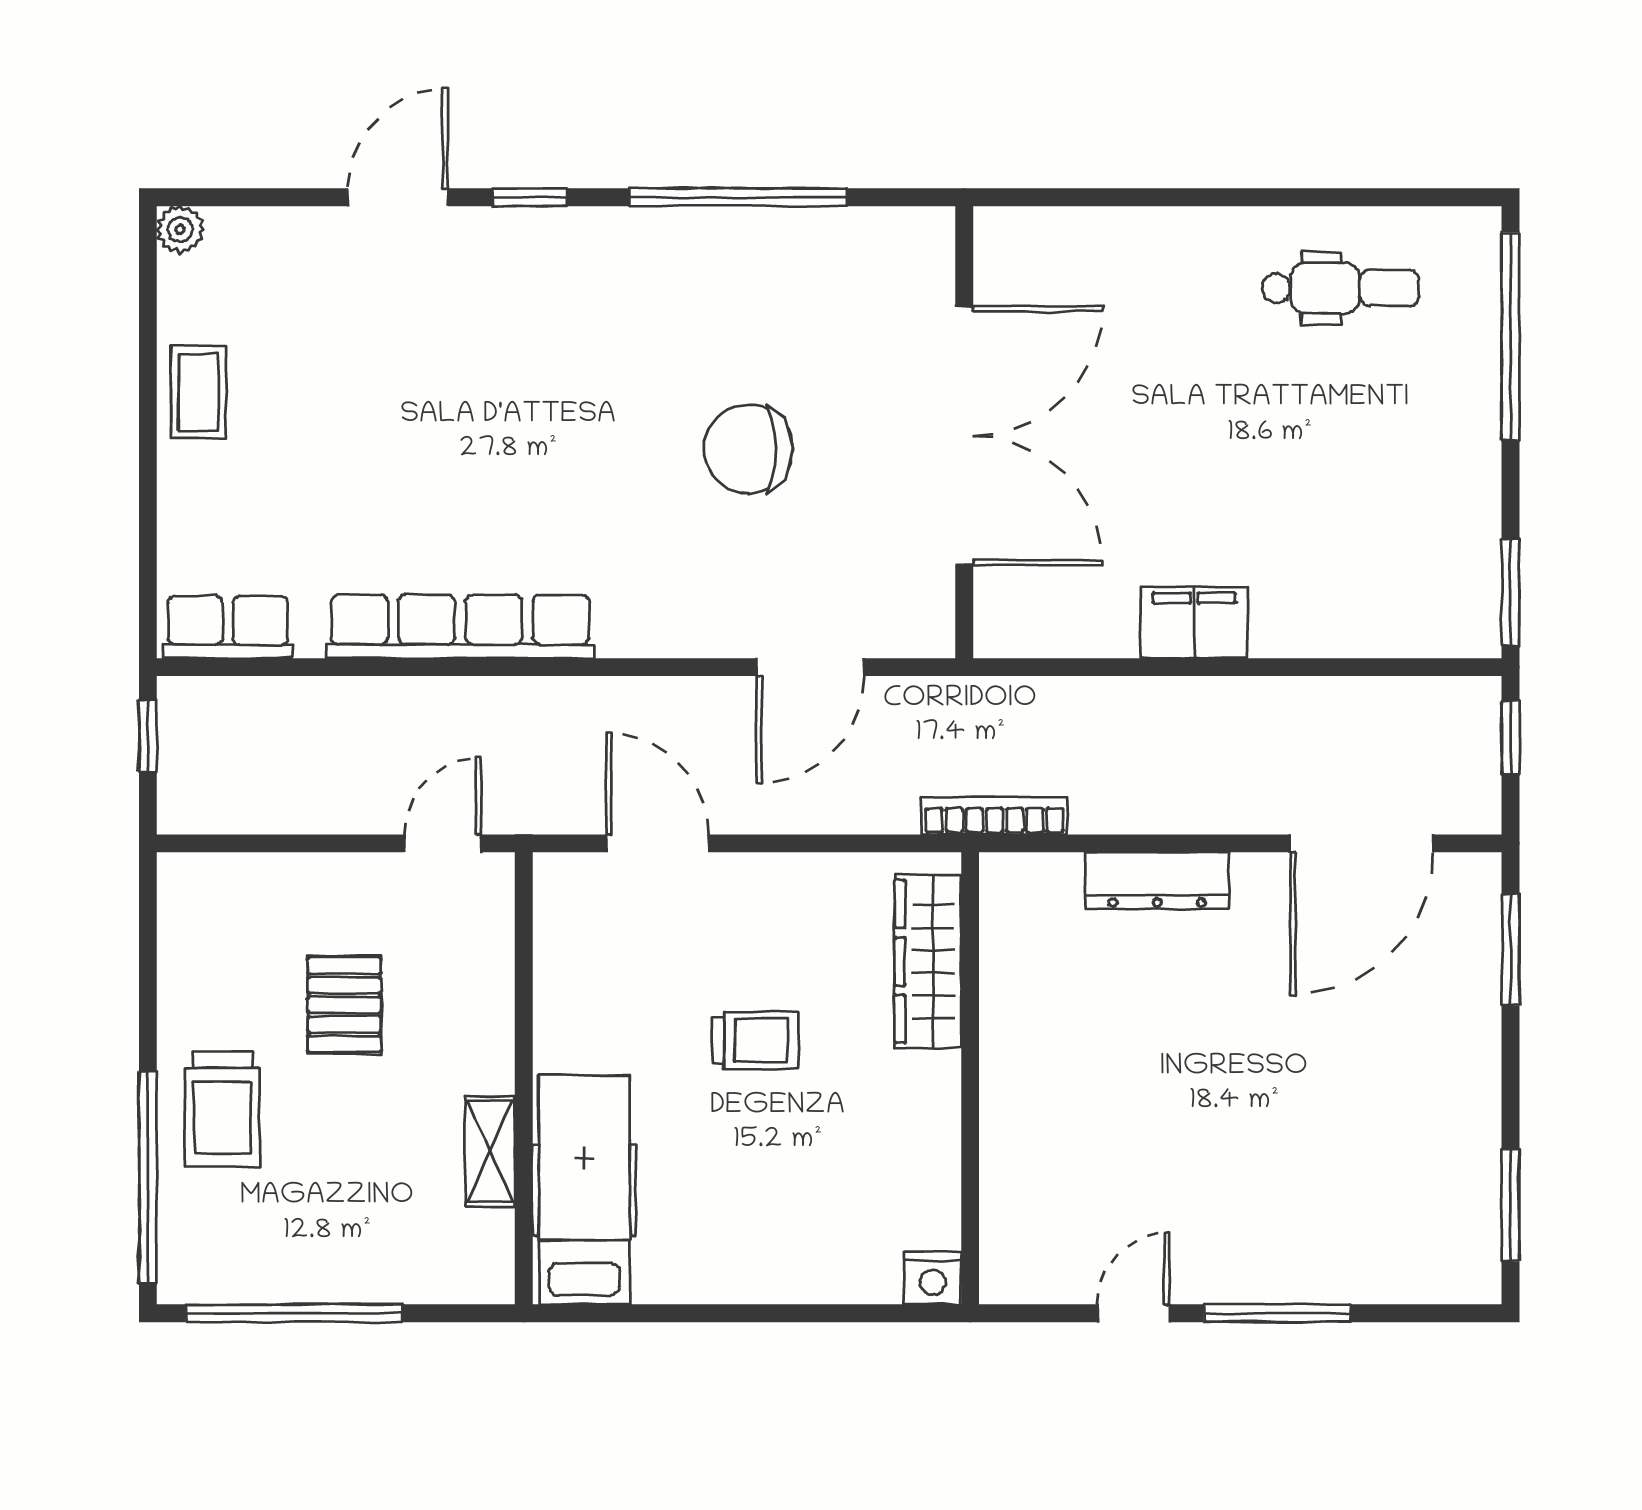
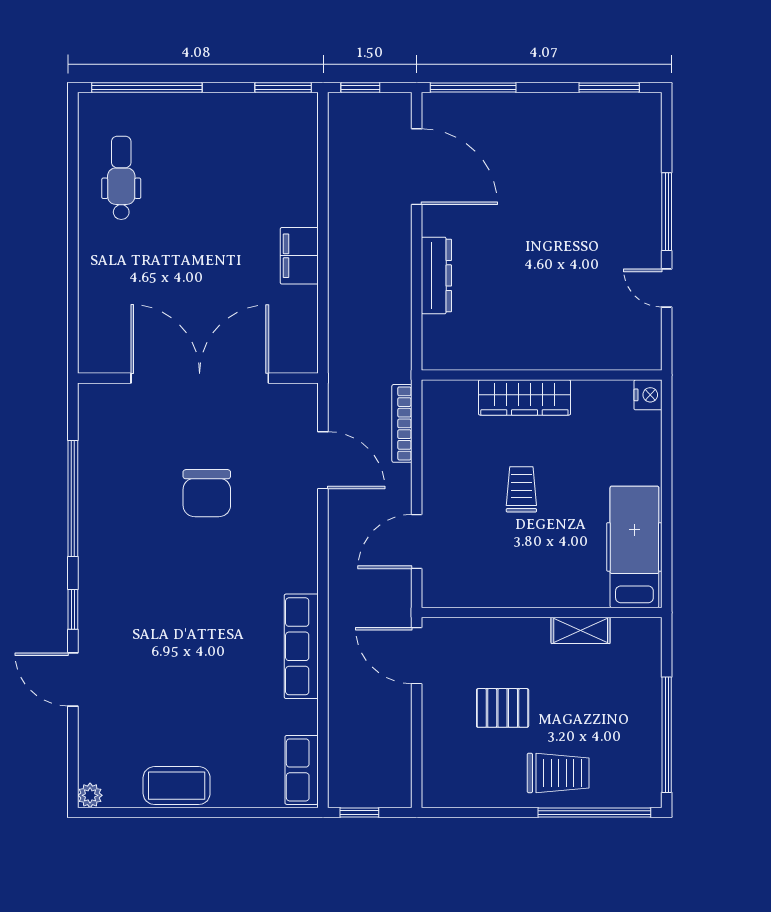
coffee table: (198, 392) -> (177, 786), width x1.36, depth x1.30
row of seats: (460, 627) -> (301, 646), width x0.73
bookcase: (995, 816) -> (402, 423), moved
door: (443, 843) -> (417, 656), width x1.38
window: (1510, 950) -> (473, 88), width x1.44
wardrobe: (928, 961) -> (524, 397), moved
hospital bed: (584, 1190) -> (634, 547), moved, turned 90

